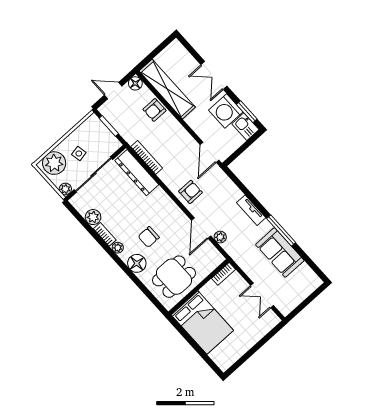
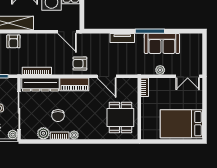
armchair: (190, 192) -> (80, 64), turned -90
piano: (166, 205) -> (74, 84), added
chair: (149, 237) -> (58, 116), moved
plant: (220, 237) -> (160, 70), moved
floor lamp: (137, 263) -> (93, 132), removed
double door: (262, 295) -> (188, 76), moved
bed: (202, 323) -> (181, 124), moved, turned 180

